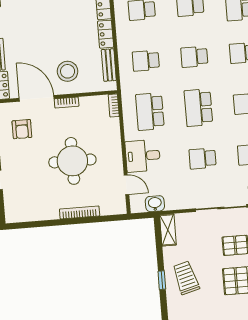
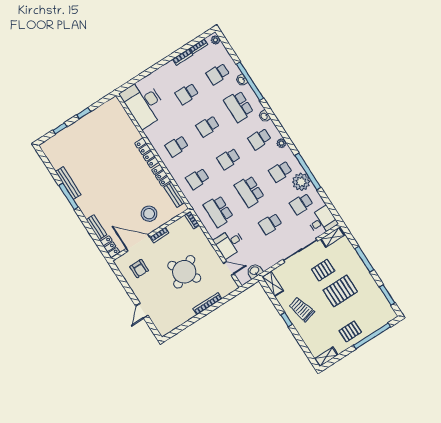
round table: (72, 161) -> (184, 272), turned -30

